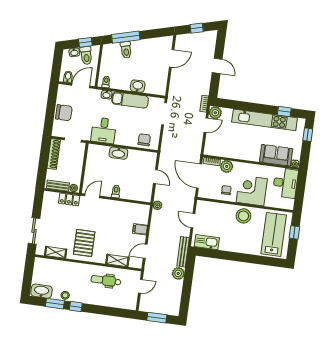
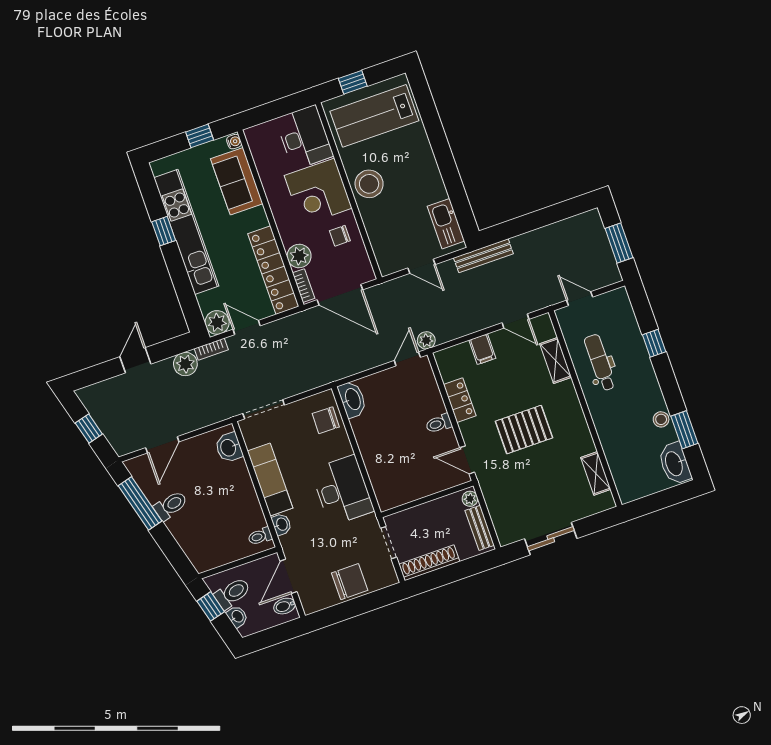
window: (126, 37) -> (140, 503), moved
toilet: (126, 50) -> (171, 505), moved
door: (172, 58) -> (162, 445), swing flipped
door: (81, 86) -> (289, 576), hinge flipped
washbasin: (138, 86) -> (229, 448), moved
window: (284, 112) -> (164, 231), moved
chair: (64, 113) -> (350, 582), turned 90
desk: (104, 130) -> (342, 490), width x1.37
window: (308, 135) -> (200, 136), moved
locker: (226, 151) -> (273, 270), added
washbasin: (118, 153) -> (352, 399), moved
door: (199, 176) -> (340, 295), hinge flipped
door: (155, 177) -> (407, 359), moved
desk: (285, 183) -> (304, 137), moved, turned 90
locker: (69, 199) -> (460, 400), moved
door: (193, 221) -> (421, 266), hinge flipped
sliding door: (34, 231) -> (551, 539), moved
pallet: (84, 243) -> (524, 430), moved
plant: (178, 273) -> (185, 364), moved
dental chair: (106, 281) -> (600, 363), turned 180
window: (76, 307) -> (654, 343), moved

